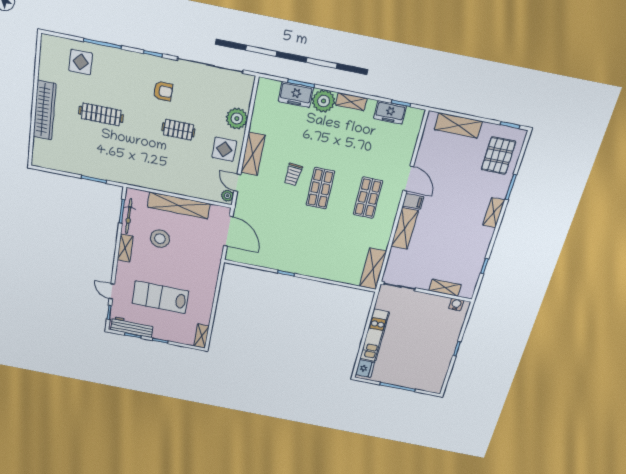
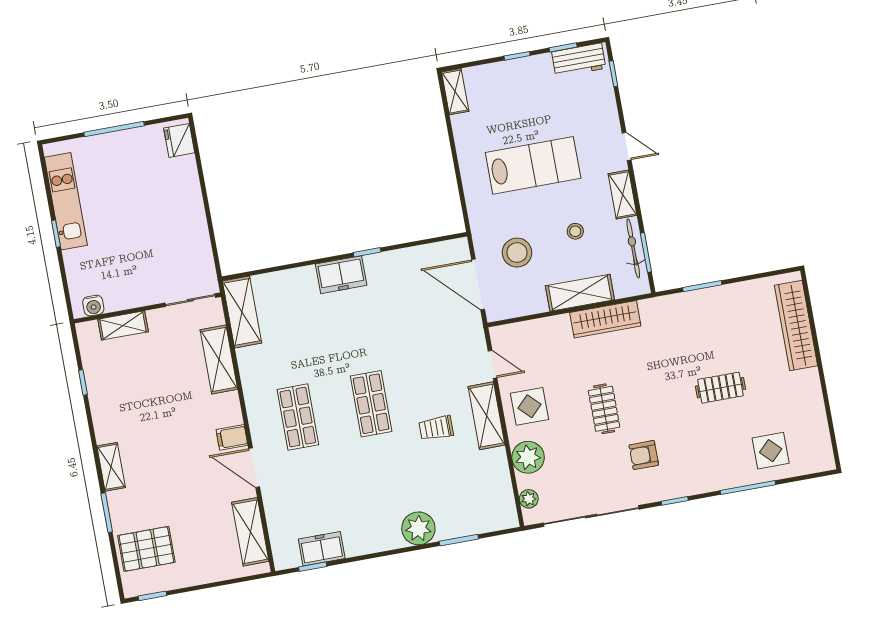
freezer: (296, 95) -> (341, 275), moved, turned 180
shelving: (351, 102) -> (381, 542), removed
wardrobe: (45, 110) -> (796, 326), moved
clothes rail: (101, 114) -> (720, 388), width x0.73
shelving: (458, 125) -> (250, 532), moved, turned 90
clothes rail: (178, 130) -> (604, 409), turned 90
pallet: (498, 156) -> (146, 549), turned 90
trolley: (293, 175) -> (436, 428), moved, turned -95
wardrobe: (159, 183) -> (605, 319), added
plant: (227, 196) -> (529, 499), moved
shelving: (179, 205) -> (580, 293), width x0.68
shelving: (405, 228) -> (219, 359), moved
stool: (160, 239) -> (575, 231), width x0.53, depth x0.53
stool: (199, 240) -> (517, 253), added
door: (112, 291) -> (627, 146), moved
lab bench: (160, 297) -> (533, 165), moved
workbench: (132, 327) -> (579, 60), width x0.73
kitchen unit: (374, 336) -> (66, 201), moved, turned 180

